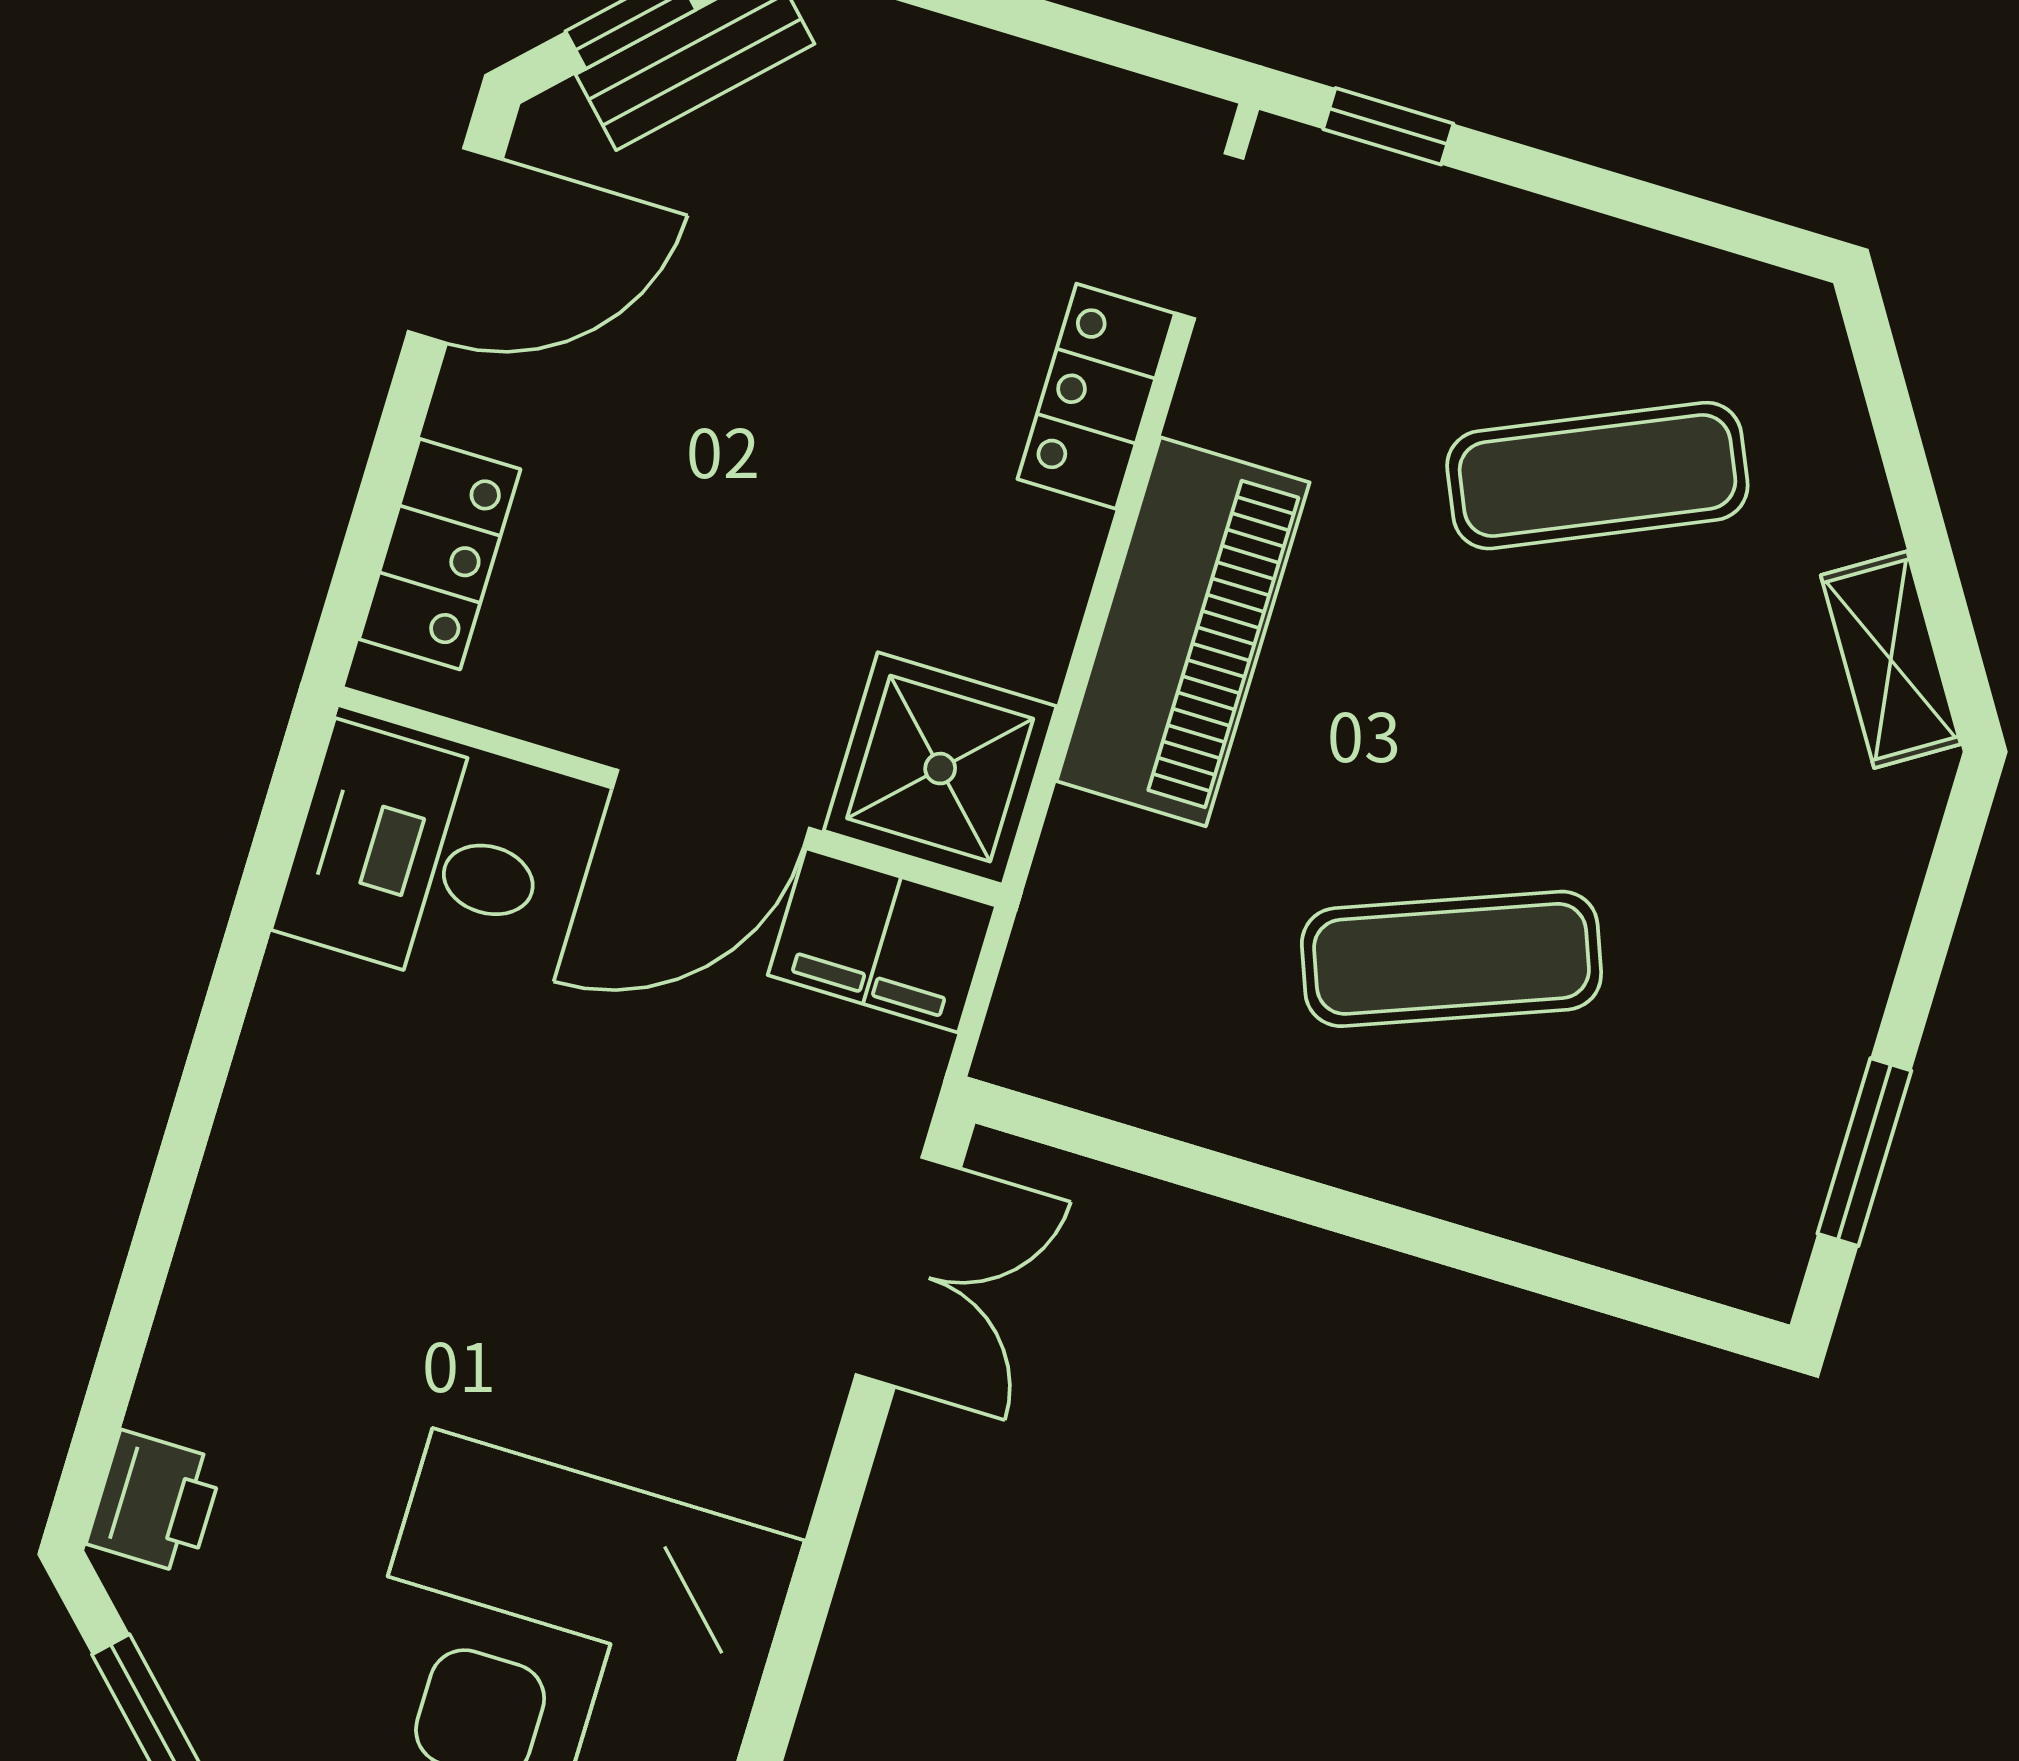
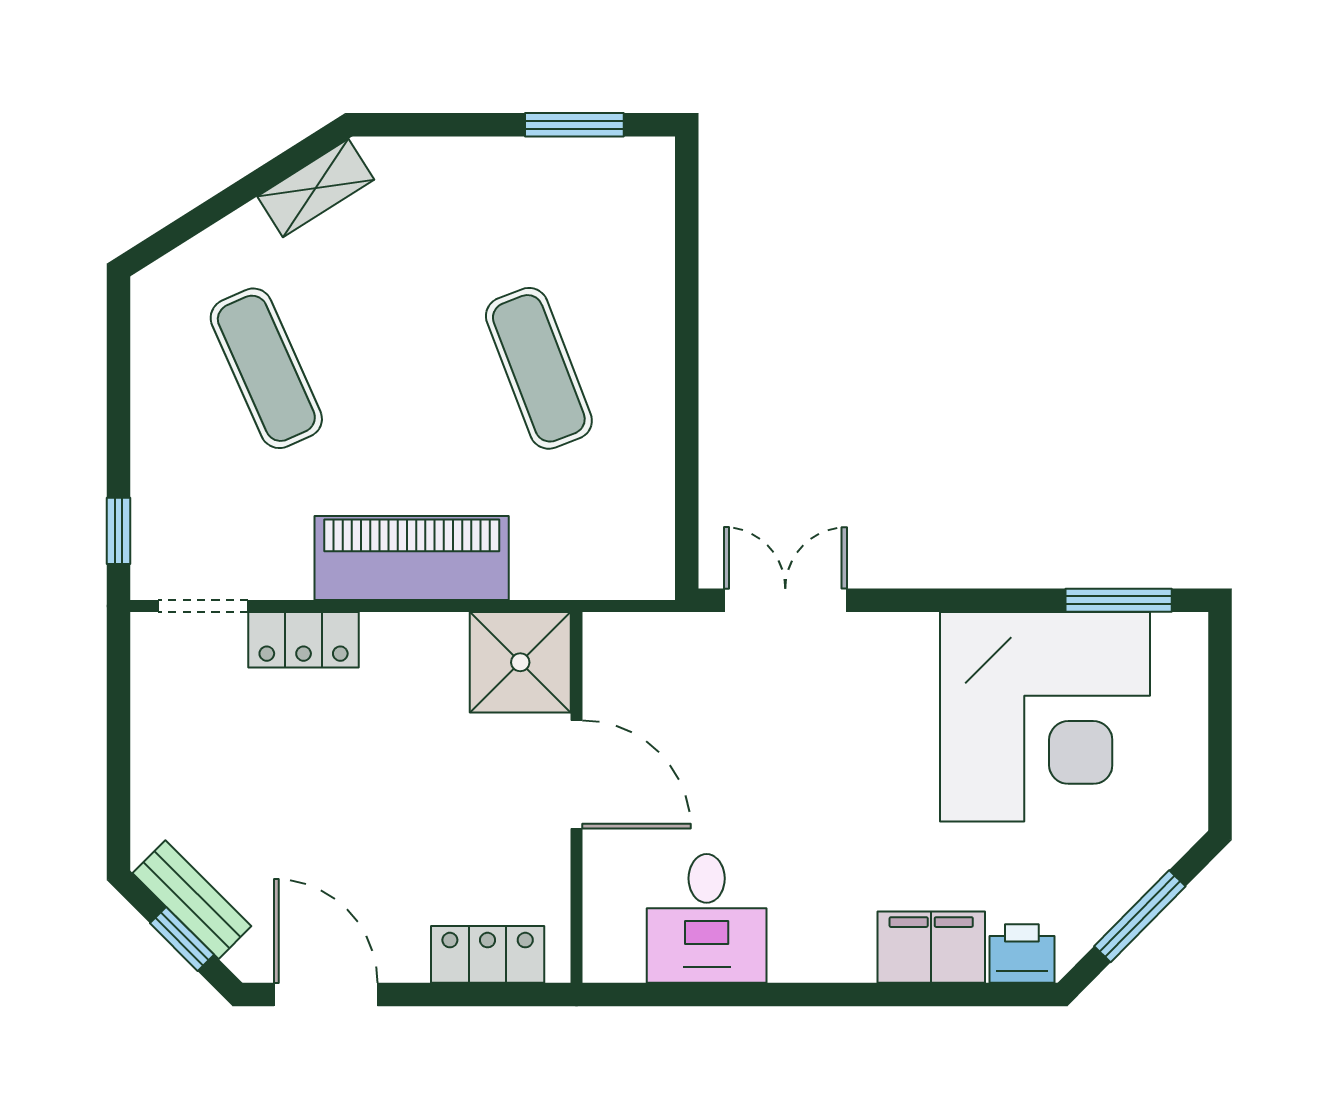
desk: (417, 858) -> (707, 918), moved
filing cabinet: (882, 940) -> (931, 947), moved, turned -90

